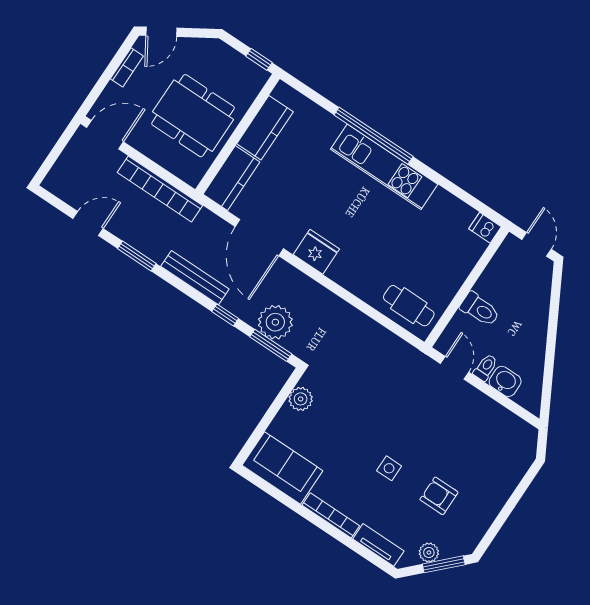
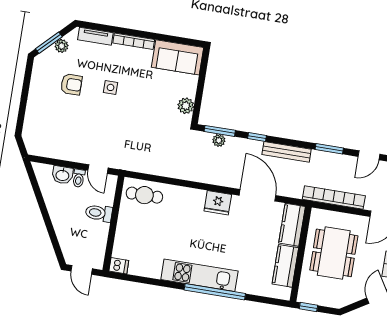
dining table: (193, 116) -> (334, 253), turned 90
plant: (275, 322) -> (219, 140), width x0.53, depth x0.53

